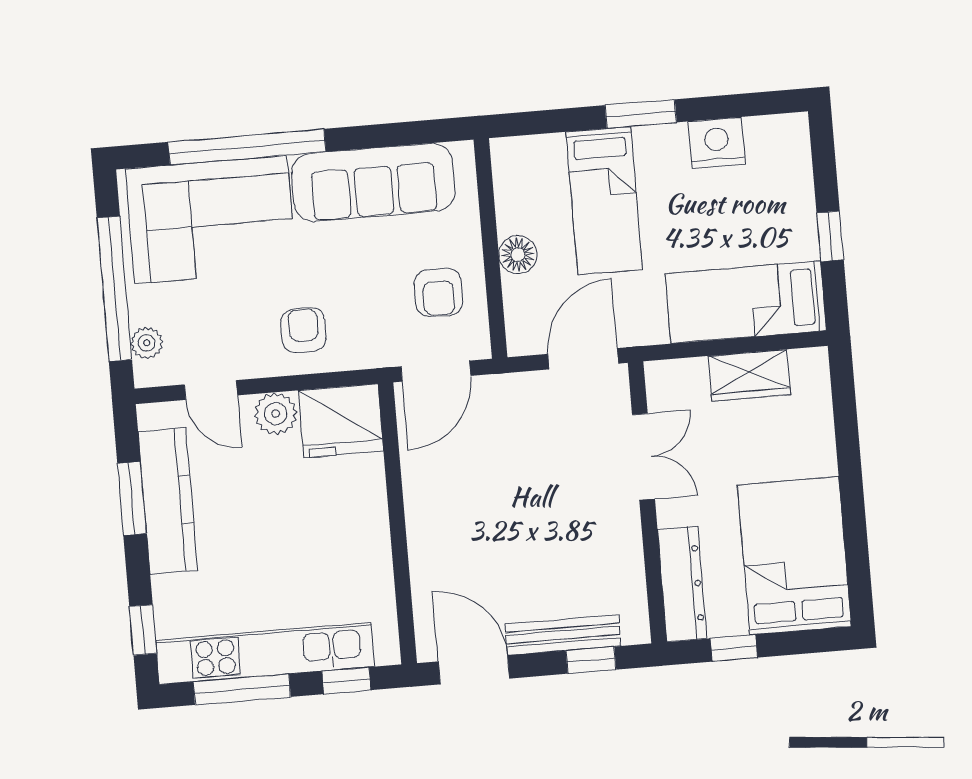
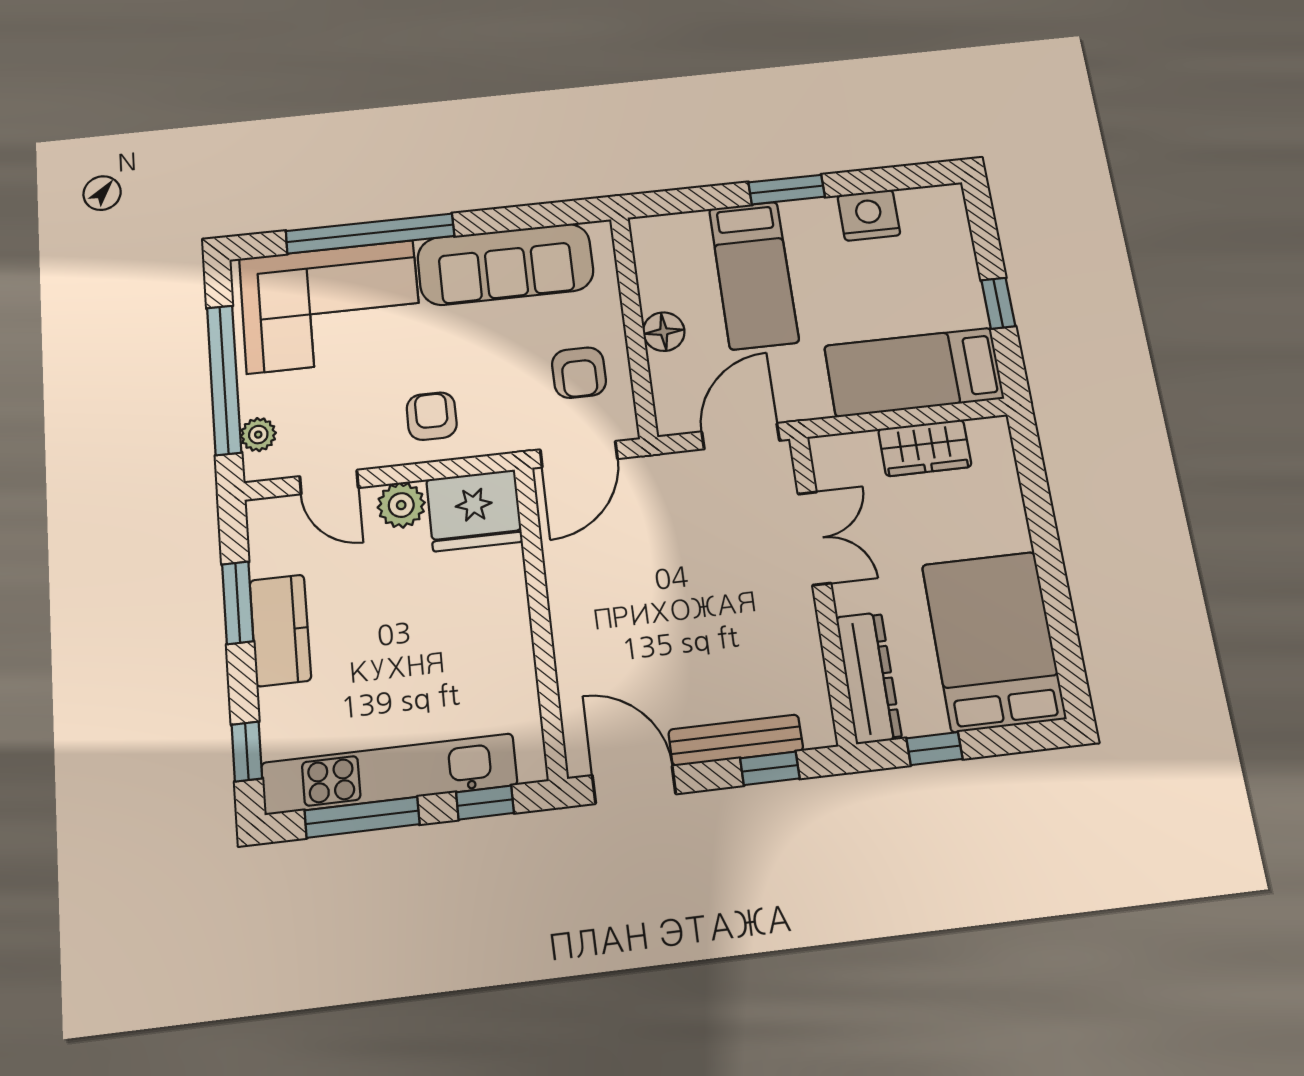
kitchen counter: (168, 501) -> (280, 630), width x0.67

